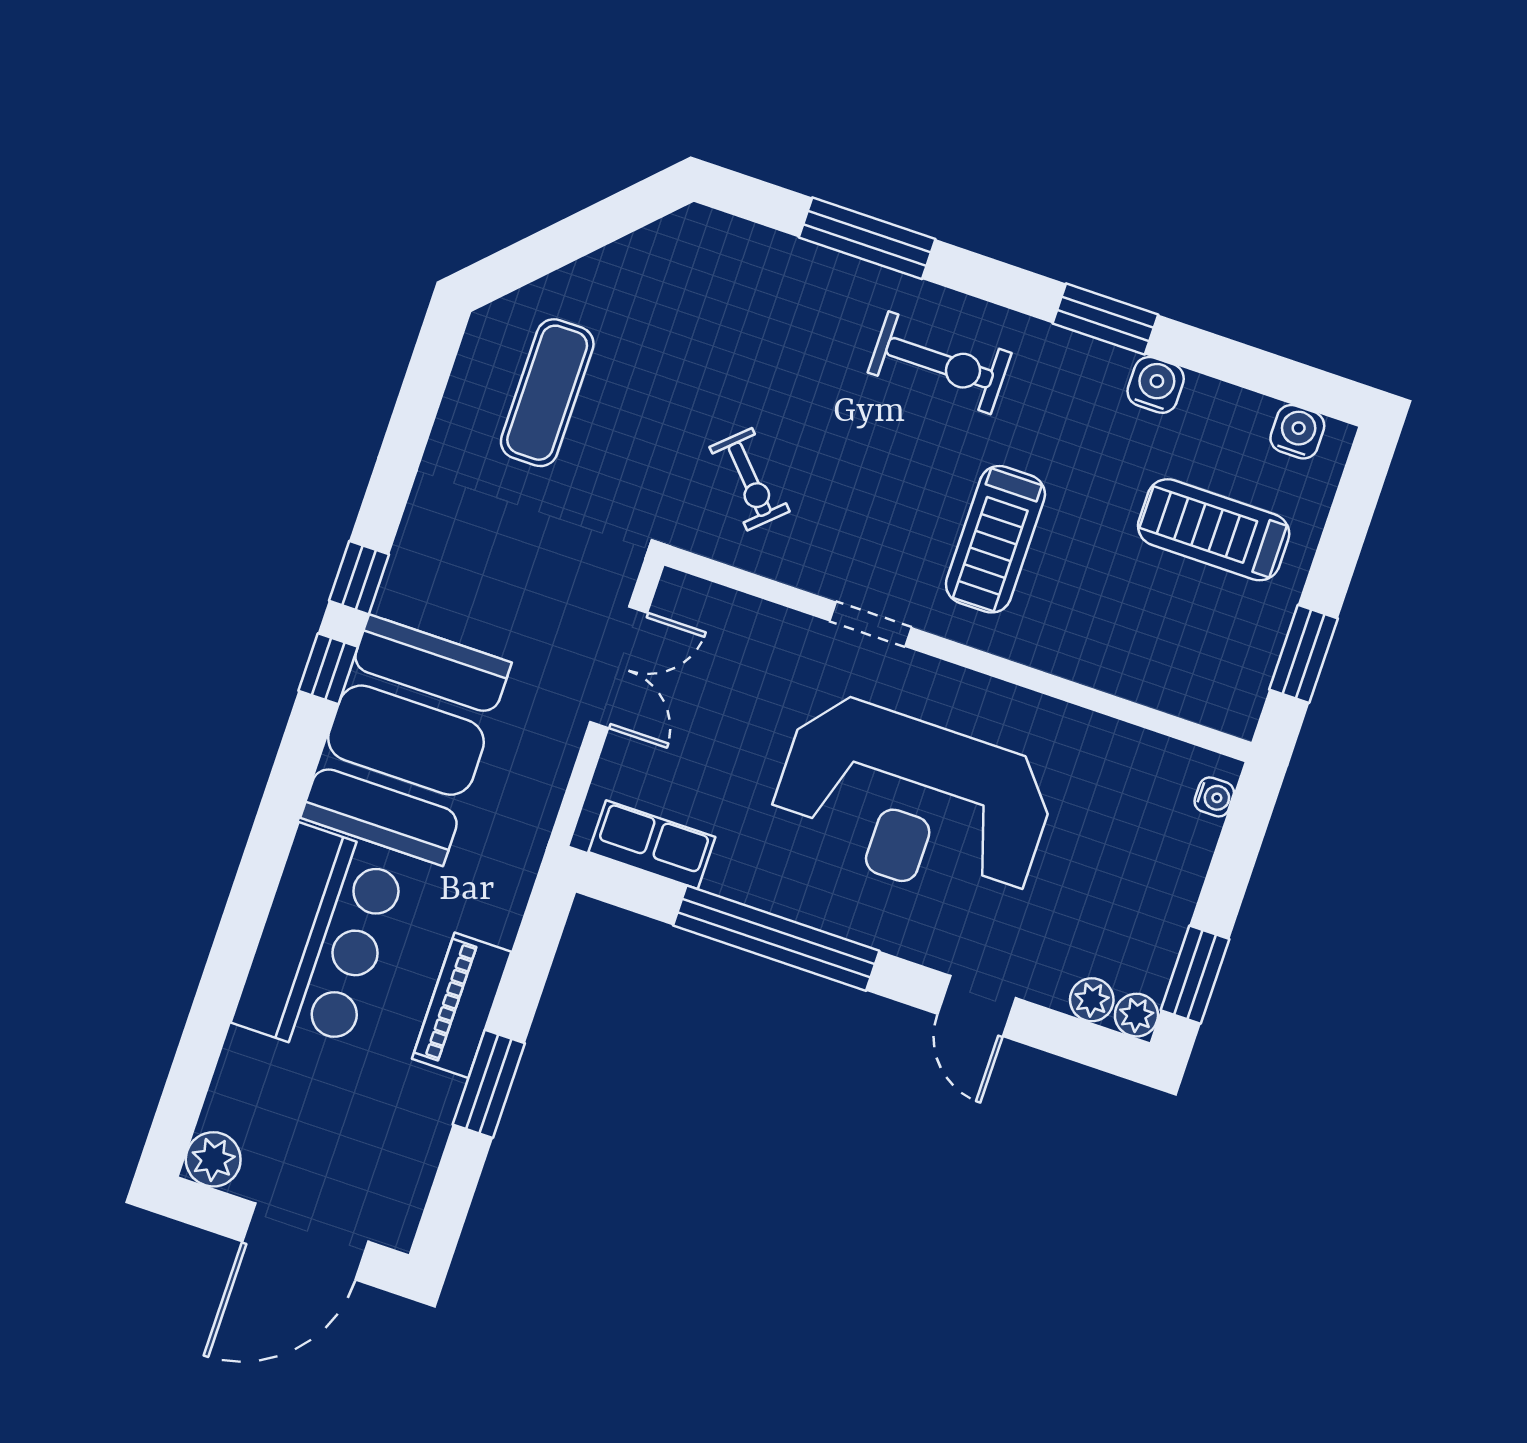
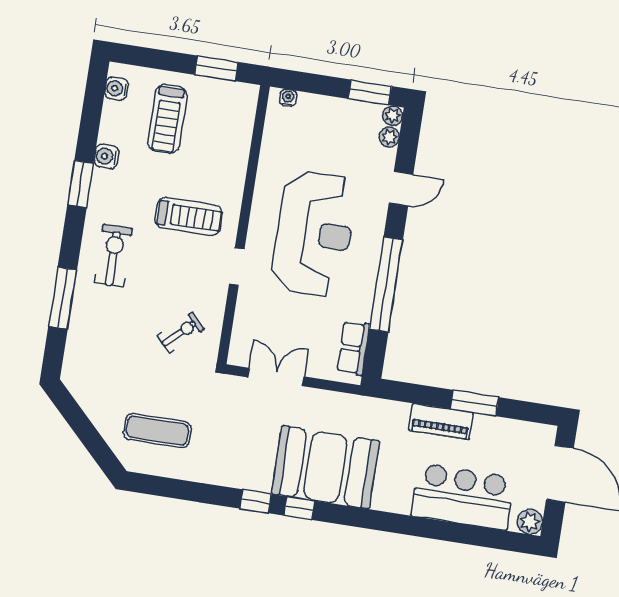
bar counter: (320, 941) -> (463, 497), moved

